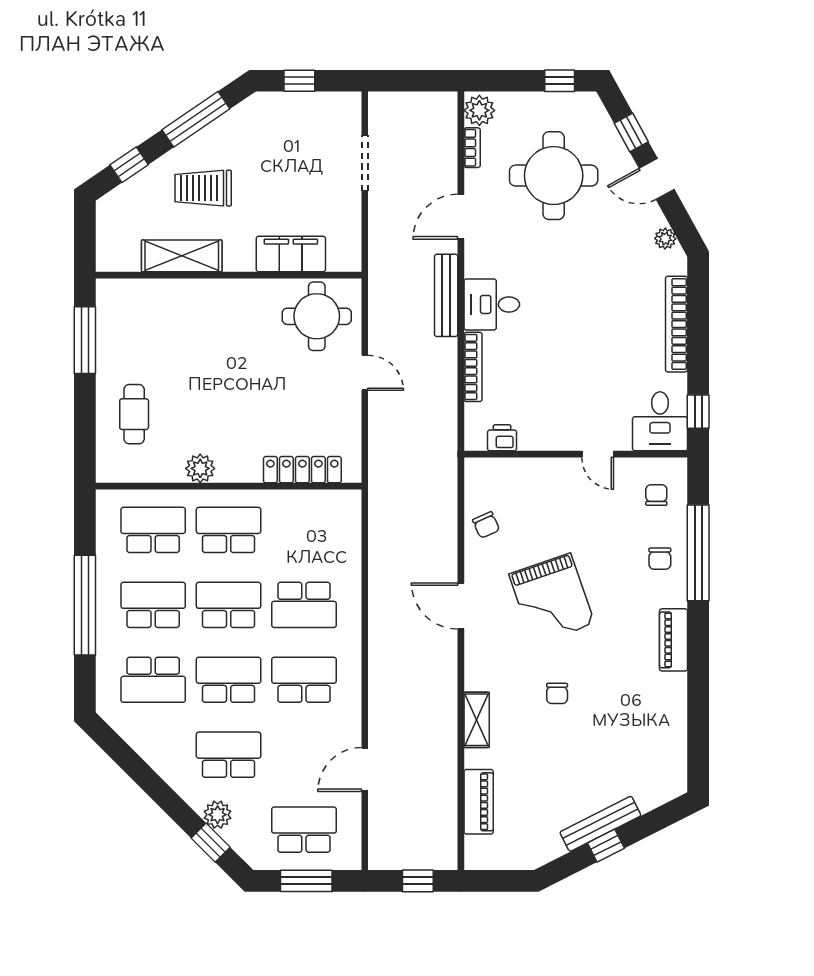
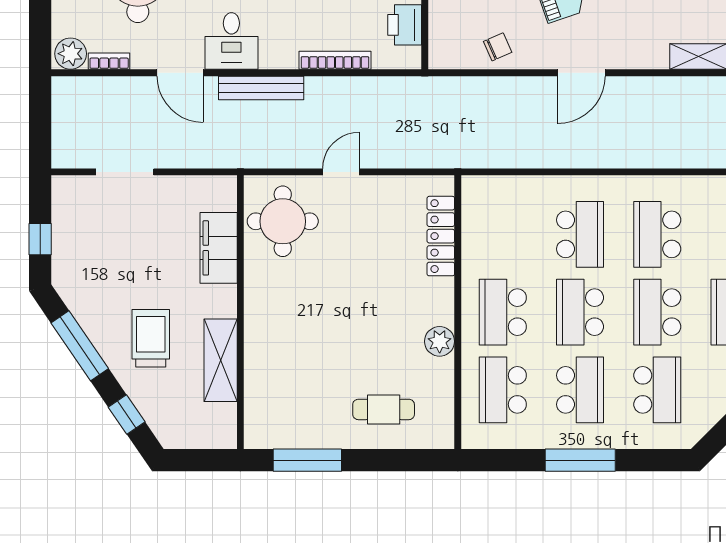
trolley: (203, 188) -> (151, 338), turned 180
desk: (492, 304) -> (231, 41), moved
printer: (502, 438) -> (405, 25), width x1.36, depth x1.24
window: (85, 605) -> (580, 460), width x0.68
school desk: (153, 605) -> (580, 390), turned 180

